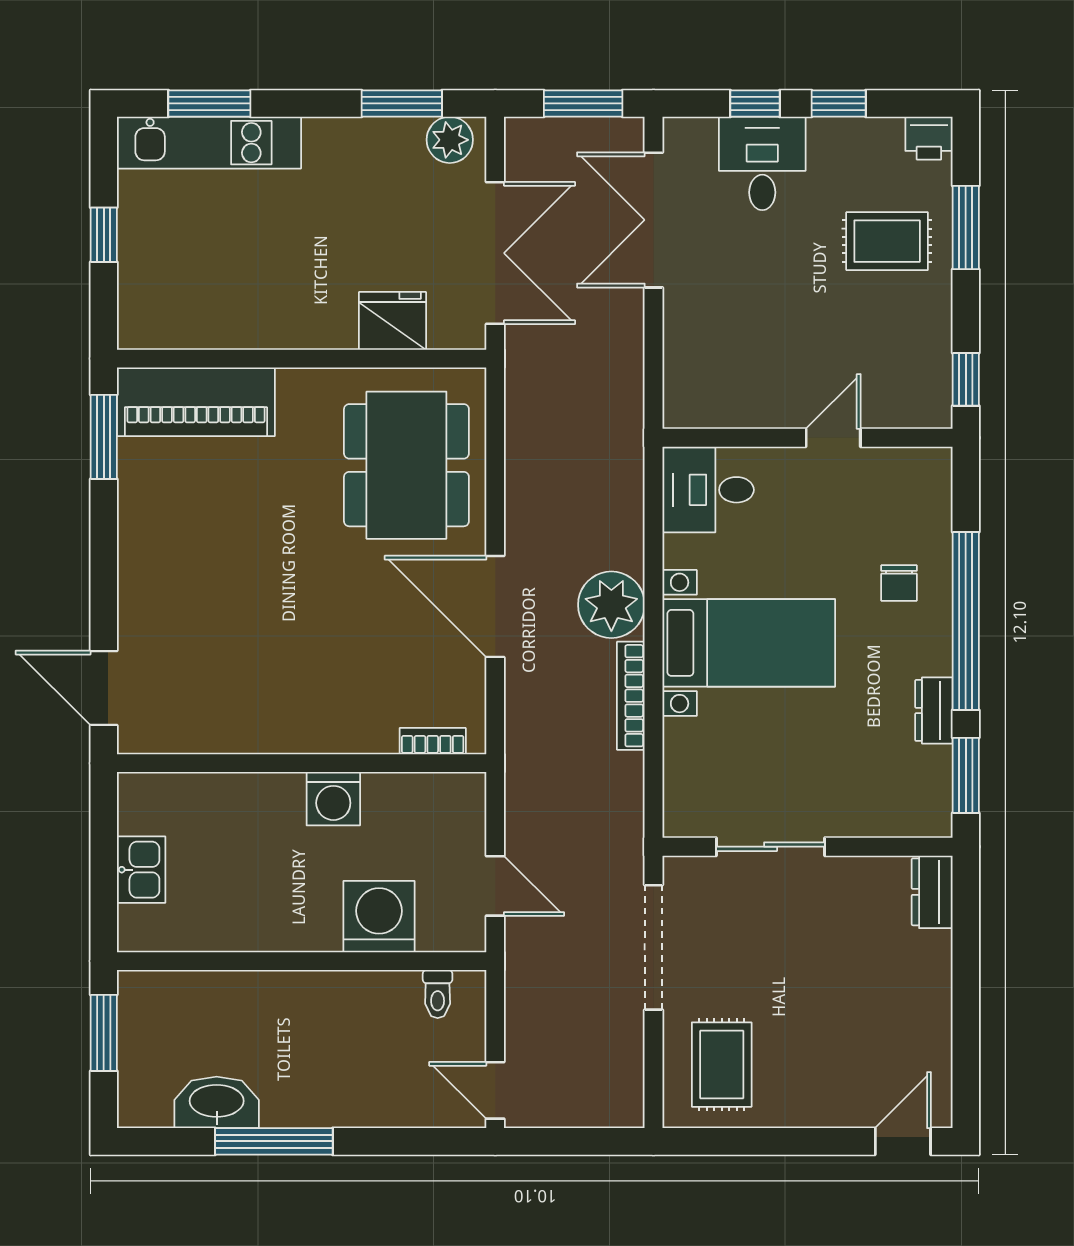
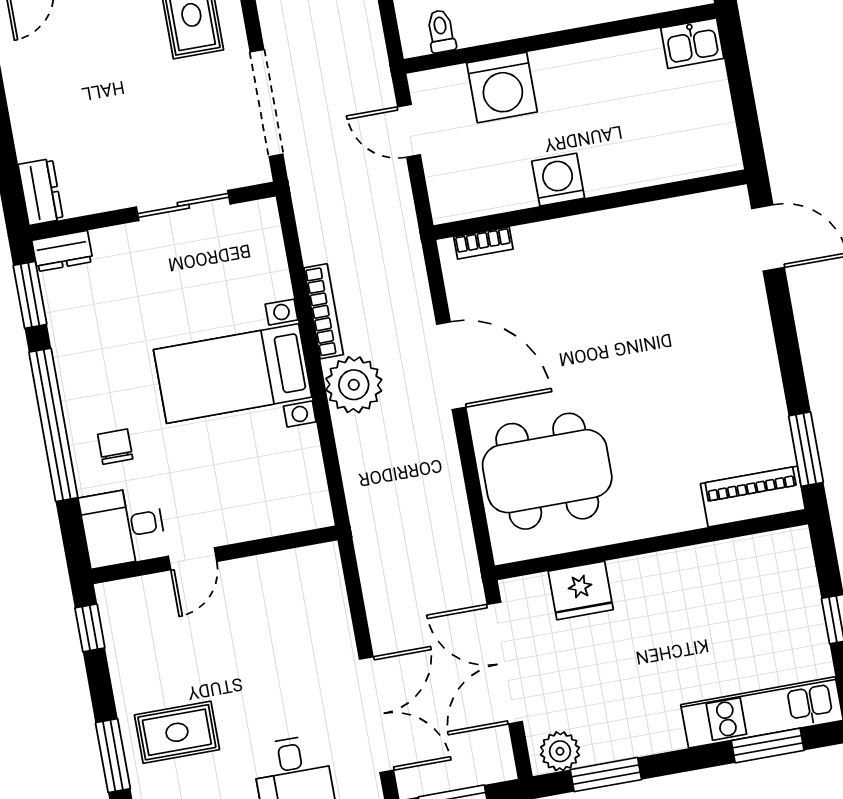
piano: (196, 402) -> (753, 497), width x0.73, depth x0.75
dining table: (406, 465) -> (547, 471), turned 90
desk: (708, 490) -> (123, 527), moved, turned 180
dresser: (934, 710) -> (62, 251), moved, turned 90
kitchen sink: (141, 870) -> (692, 43), moved, turned -90

